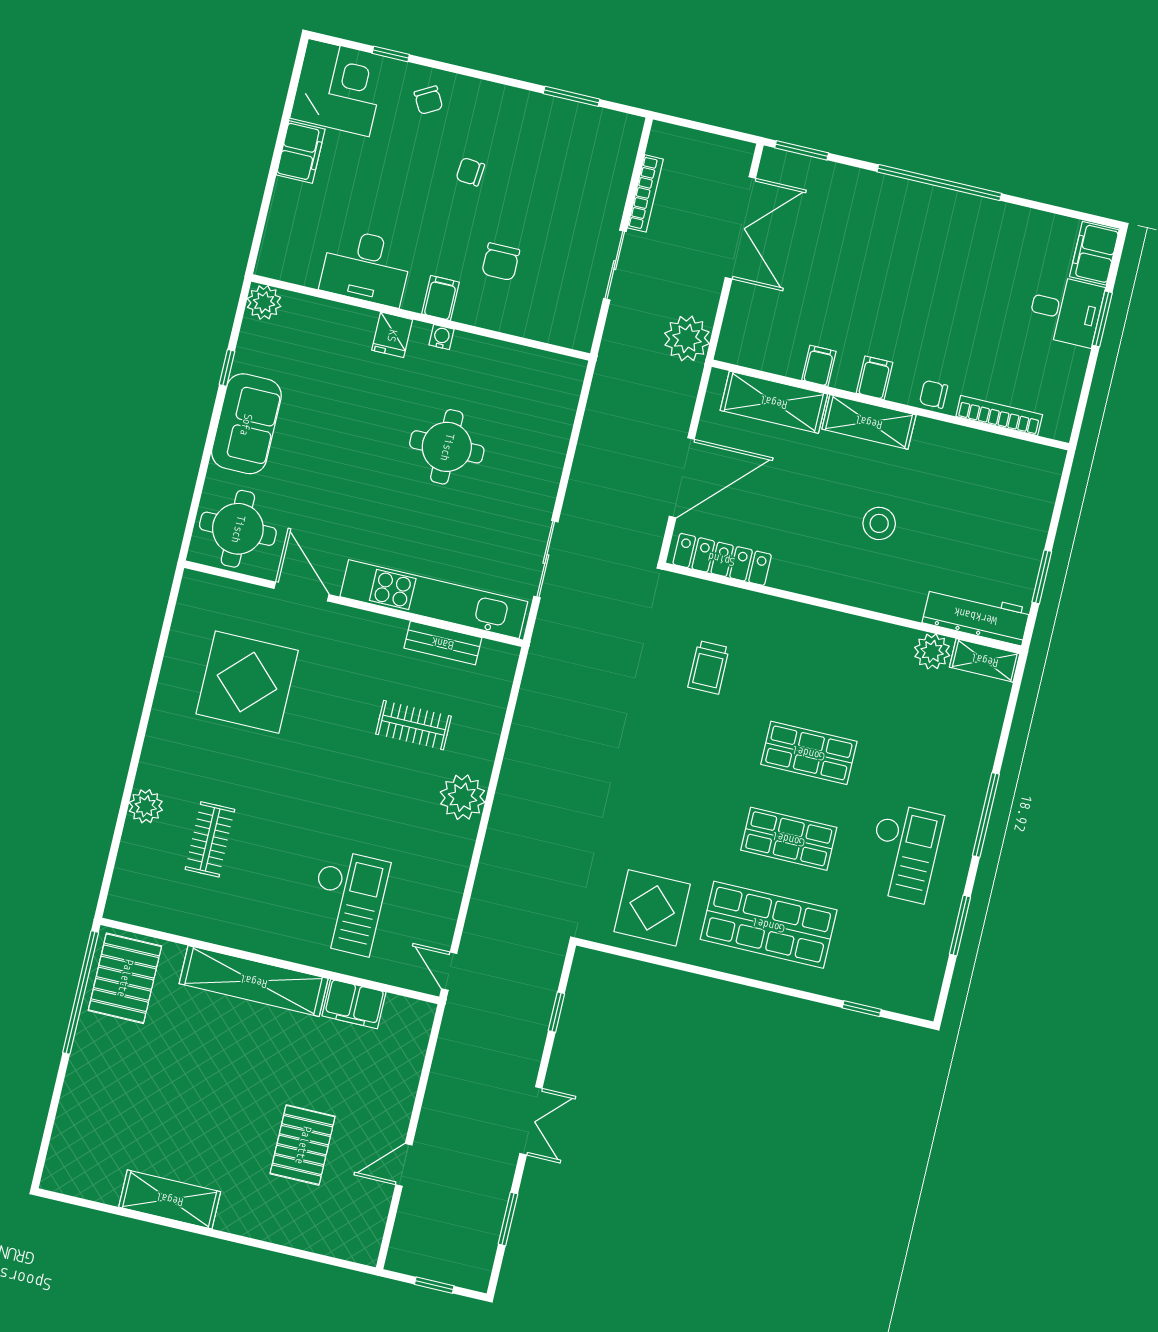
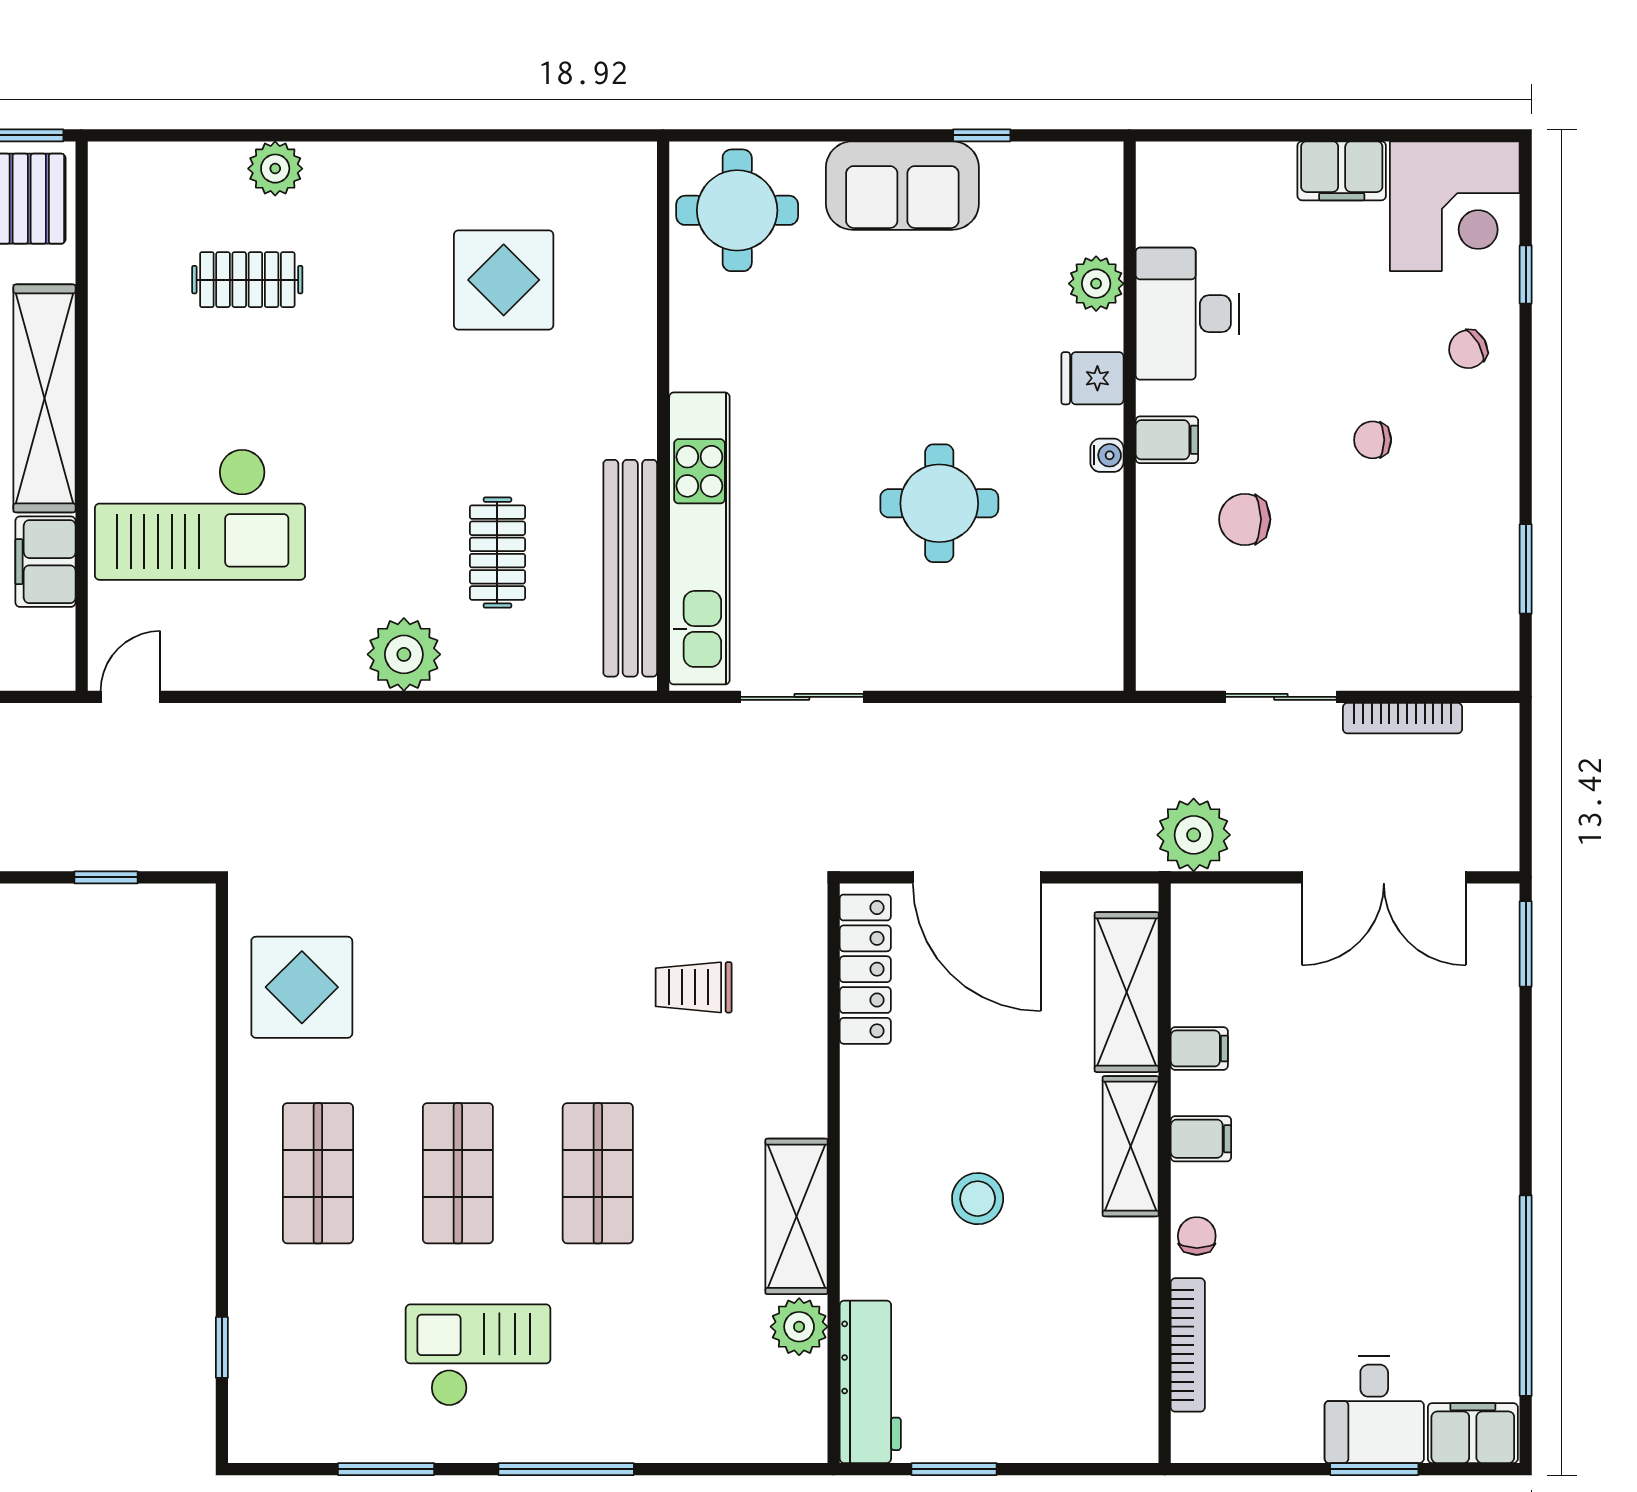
chair: (470, 172) -> (1373, 440), turned -95
window: (939, 183) -> (1526, 1296), moved
plant: (264, 302) -> (1096, 284), moved
door: (301, 592) -> (663, 331), removed
bench: (443, 643) -> (630, 568), width x1.86, depth x1.21
shelving: (985, 660) -> (797, 1216), moved, width x1.50, depth x1.33
display table: (247, 682) -> (504, 280), width x0.73, depth x0.73
checkout: (903, 853) -> (478, 1355), turned 180
checkout: (347, 902) -> (200, 514), width x1.36, depth x1.21
shop shelf: (769, 925) -> (318, 1173), width x0.70, depth x0.74

